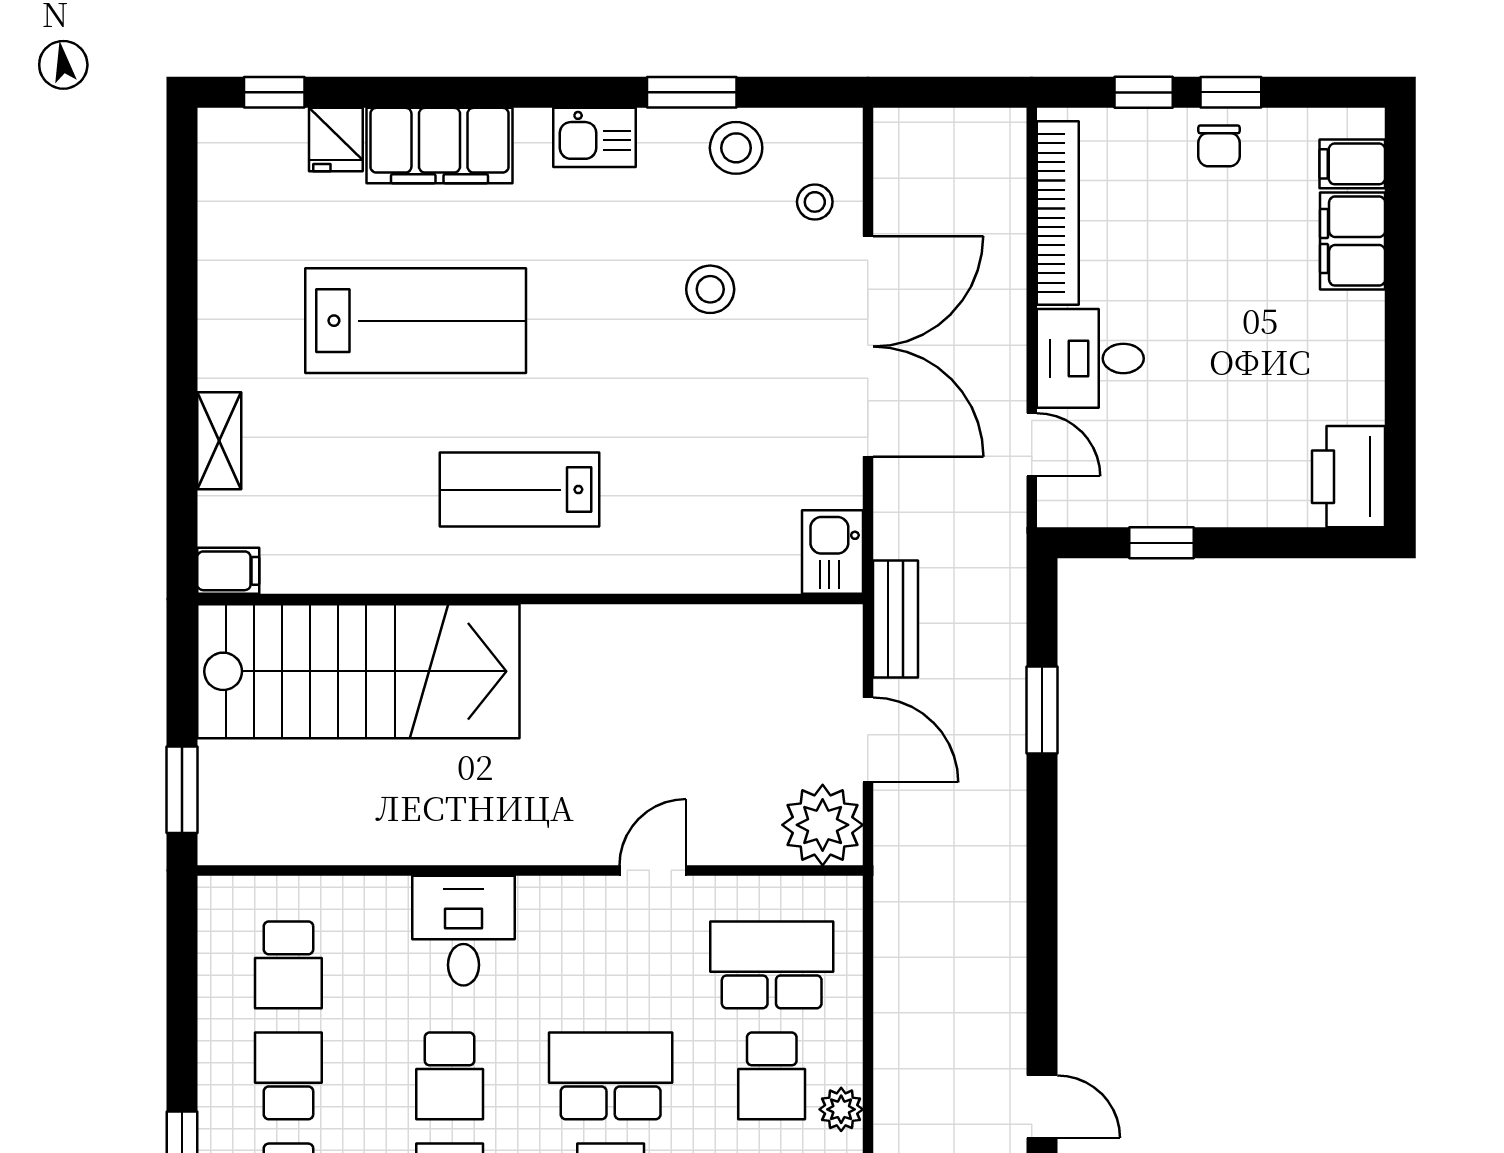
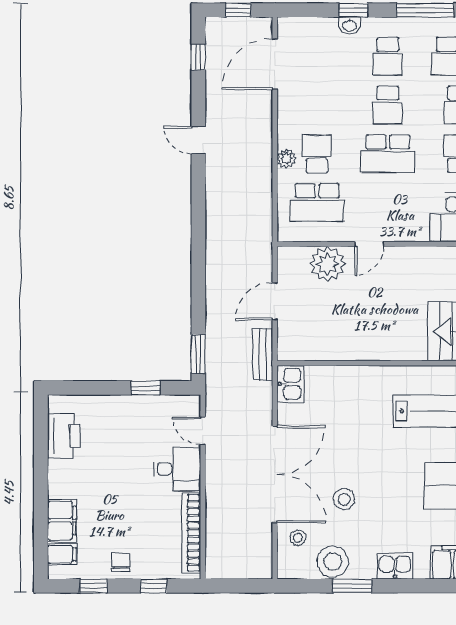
window: (1231, 92) -> (94, 586), moved
stool: (736, 148) -> (333, 561), width x1.38, depth x1.38
double door: (868, 346) -> (275, 474), swing flipped
printer: (1348, 477) -> (64, 436), moved
window: (1042, 710) -> (198, 354), moved
door: (868, 740) -> (275, 301), hinge flipped
plant: (823, 825) -> (328, 264), moved
plant: (841, 1109) -> (287, 159), moved

